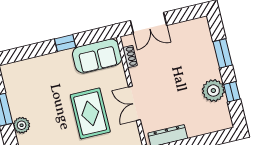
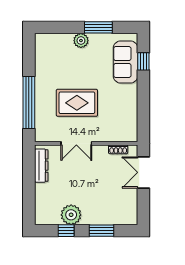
window: (65, 43) -> (143, 61), moved
sofa: (97, 56) -> (125, 62), moved
double door: (134, 103) -> (76, 143), swing flipped

